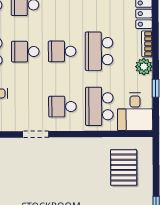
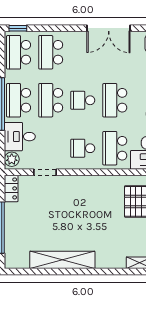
school desk: (25, 52) -> (51, 100), width x1.85
doorway: (35, 134) -> (45, 172), moved

